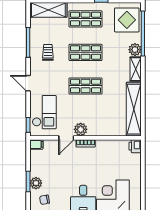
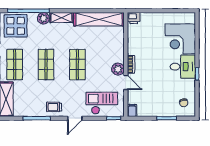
trolley: (48, 52) -> (54, 107), moved
plant: (36, 183) -> (168, 111), removed

